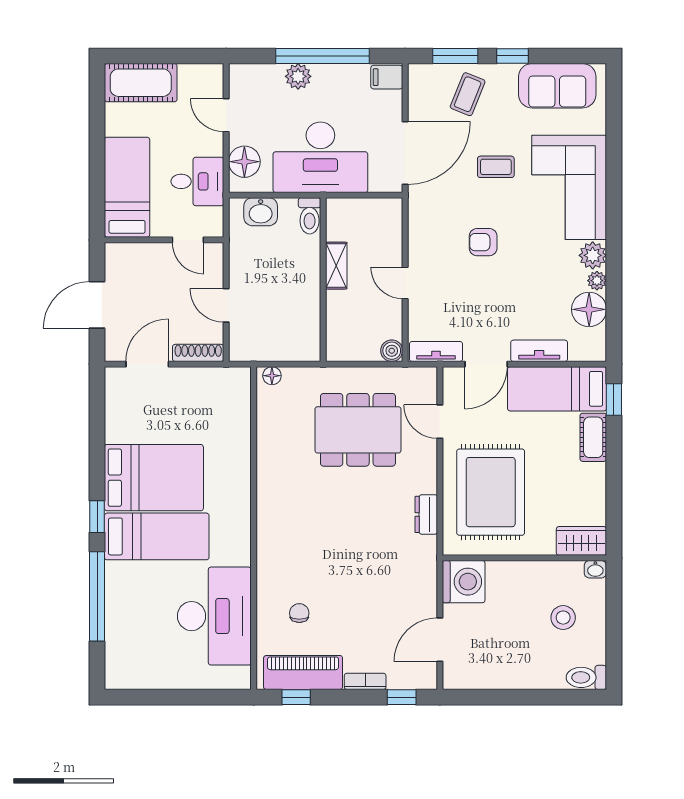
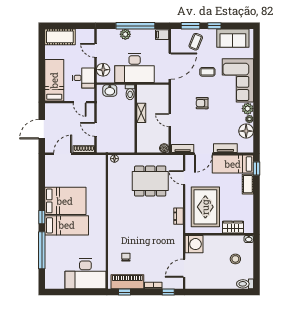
wardrobe: (581, 541) -> (233, 227), moved
desk: (214, 616) -> (85, 274), moved, turned 90

